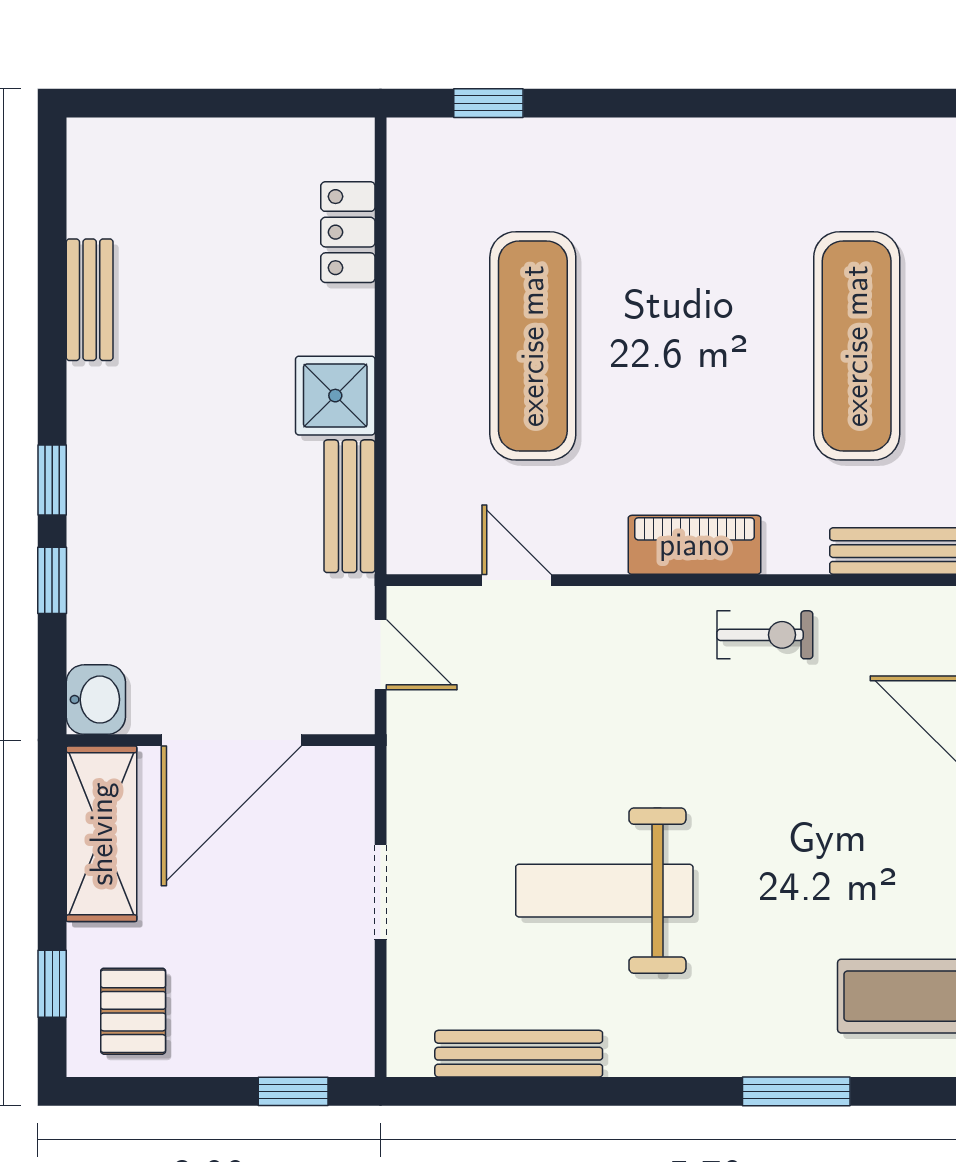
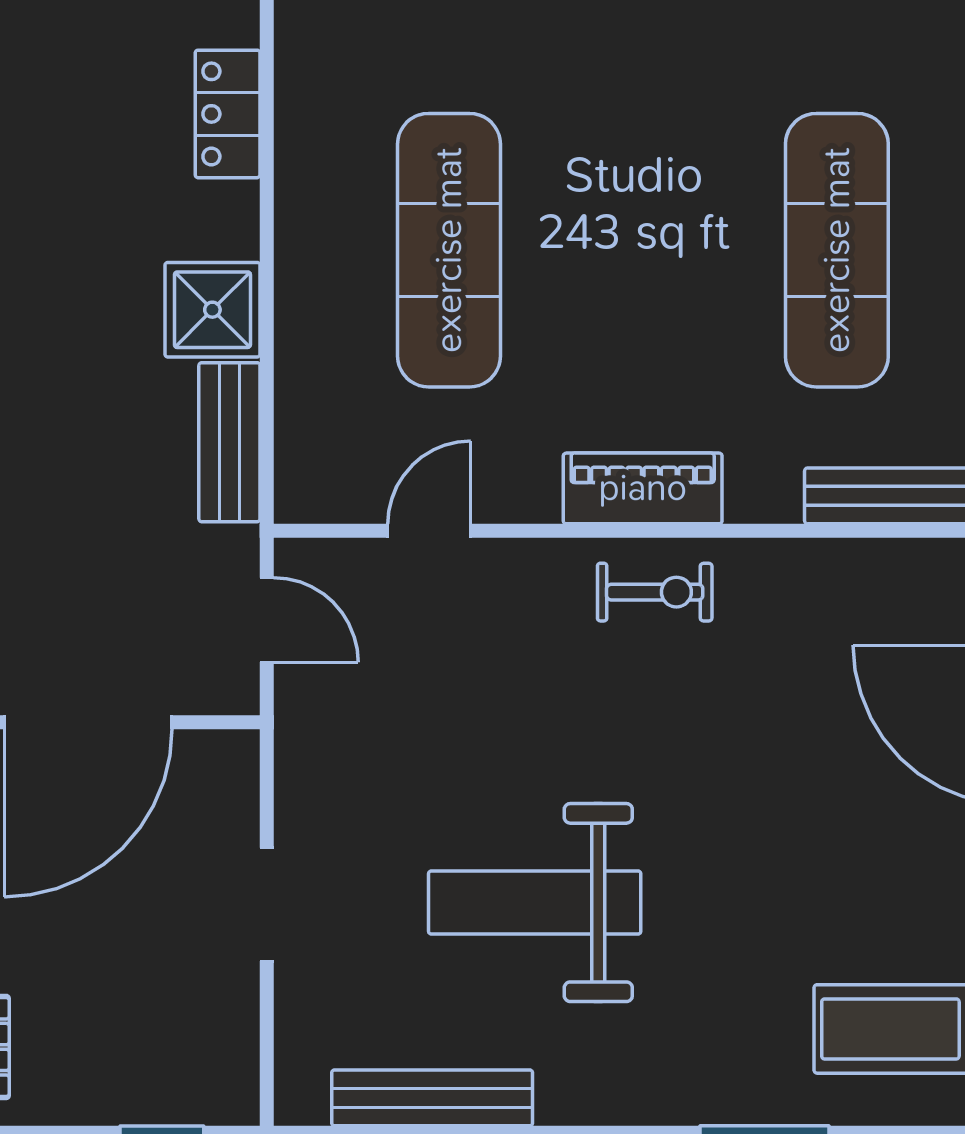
door: (516, 580) -> (429, 531), hinge flipped
exercise bike: (765, 635) -> (655, 592), moved

